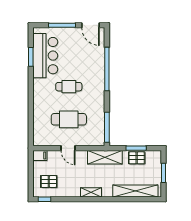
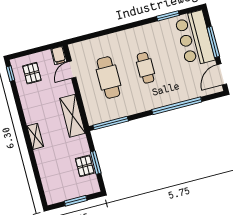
bar counter: (45, 56) -> (195, 38), moved, turned 90
door: (68, 148) -> (71, 70), moved
shelving: (105, 157) -> (72, 116), moved
shelving: (135, 191) -> (47, 174), removed
shelving: (91, 192) -> (35, 136), moved

